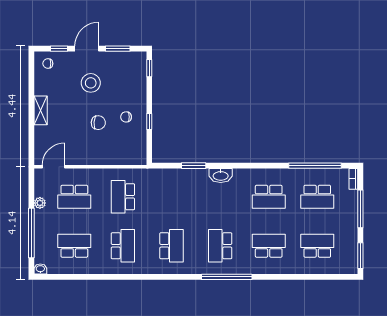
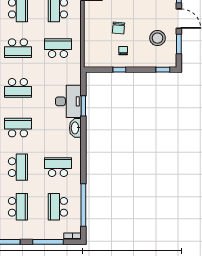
stool: (91, 83) -> (157, 38), moved
desk: (188, 184) -> (68, 101), added
school desk: (269, 197) -> (58, 167), turned 90

